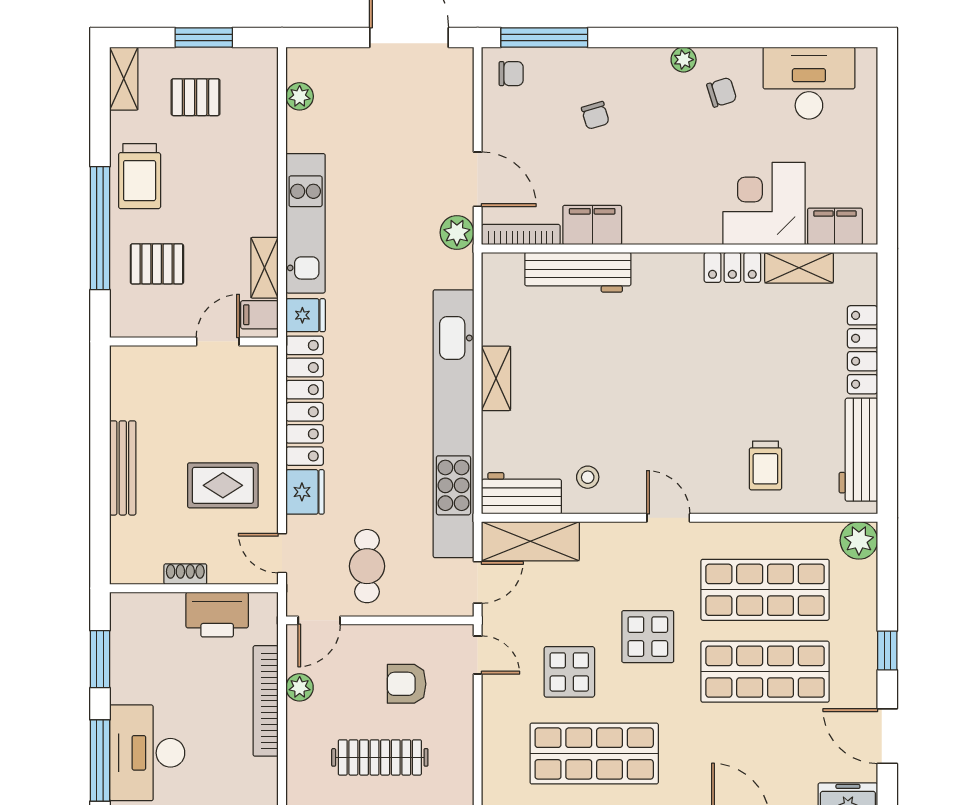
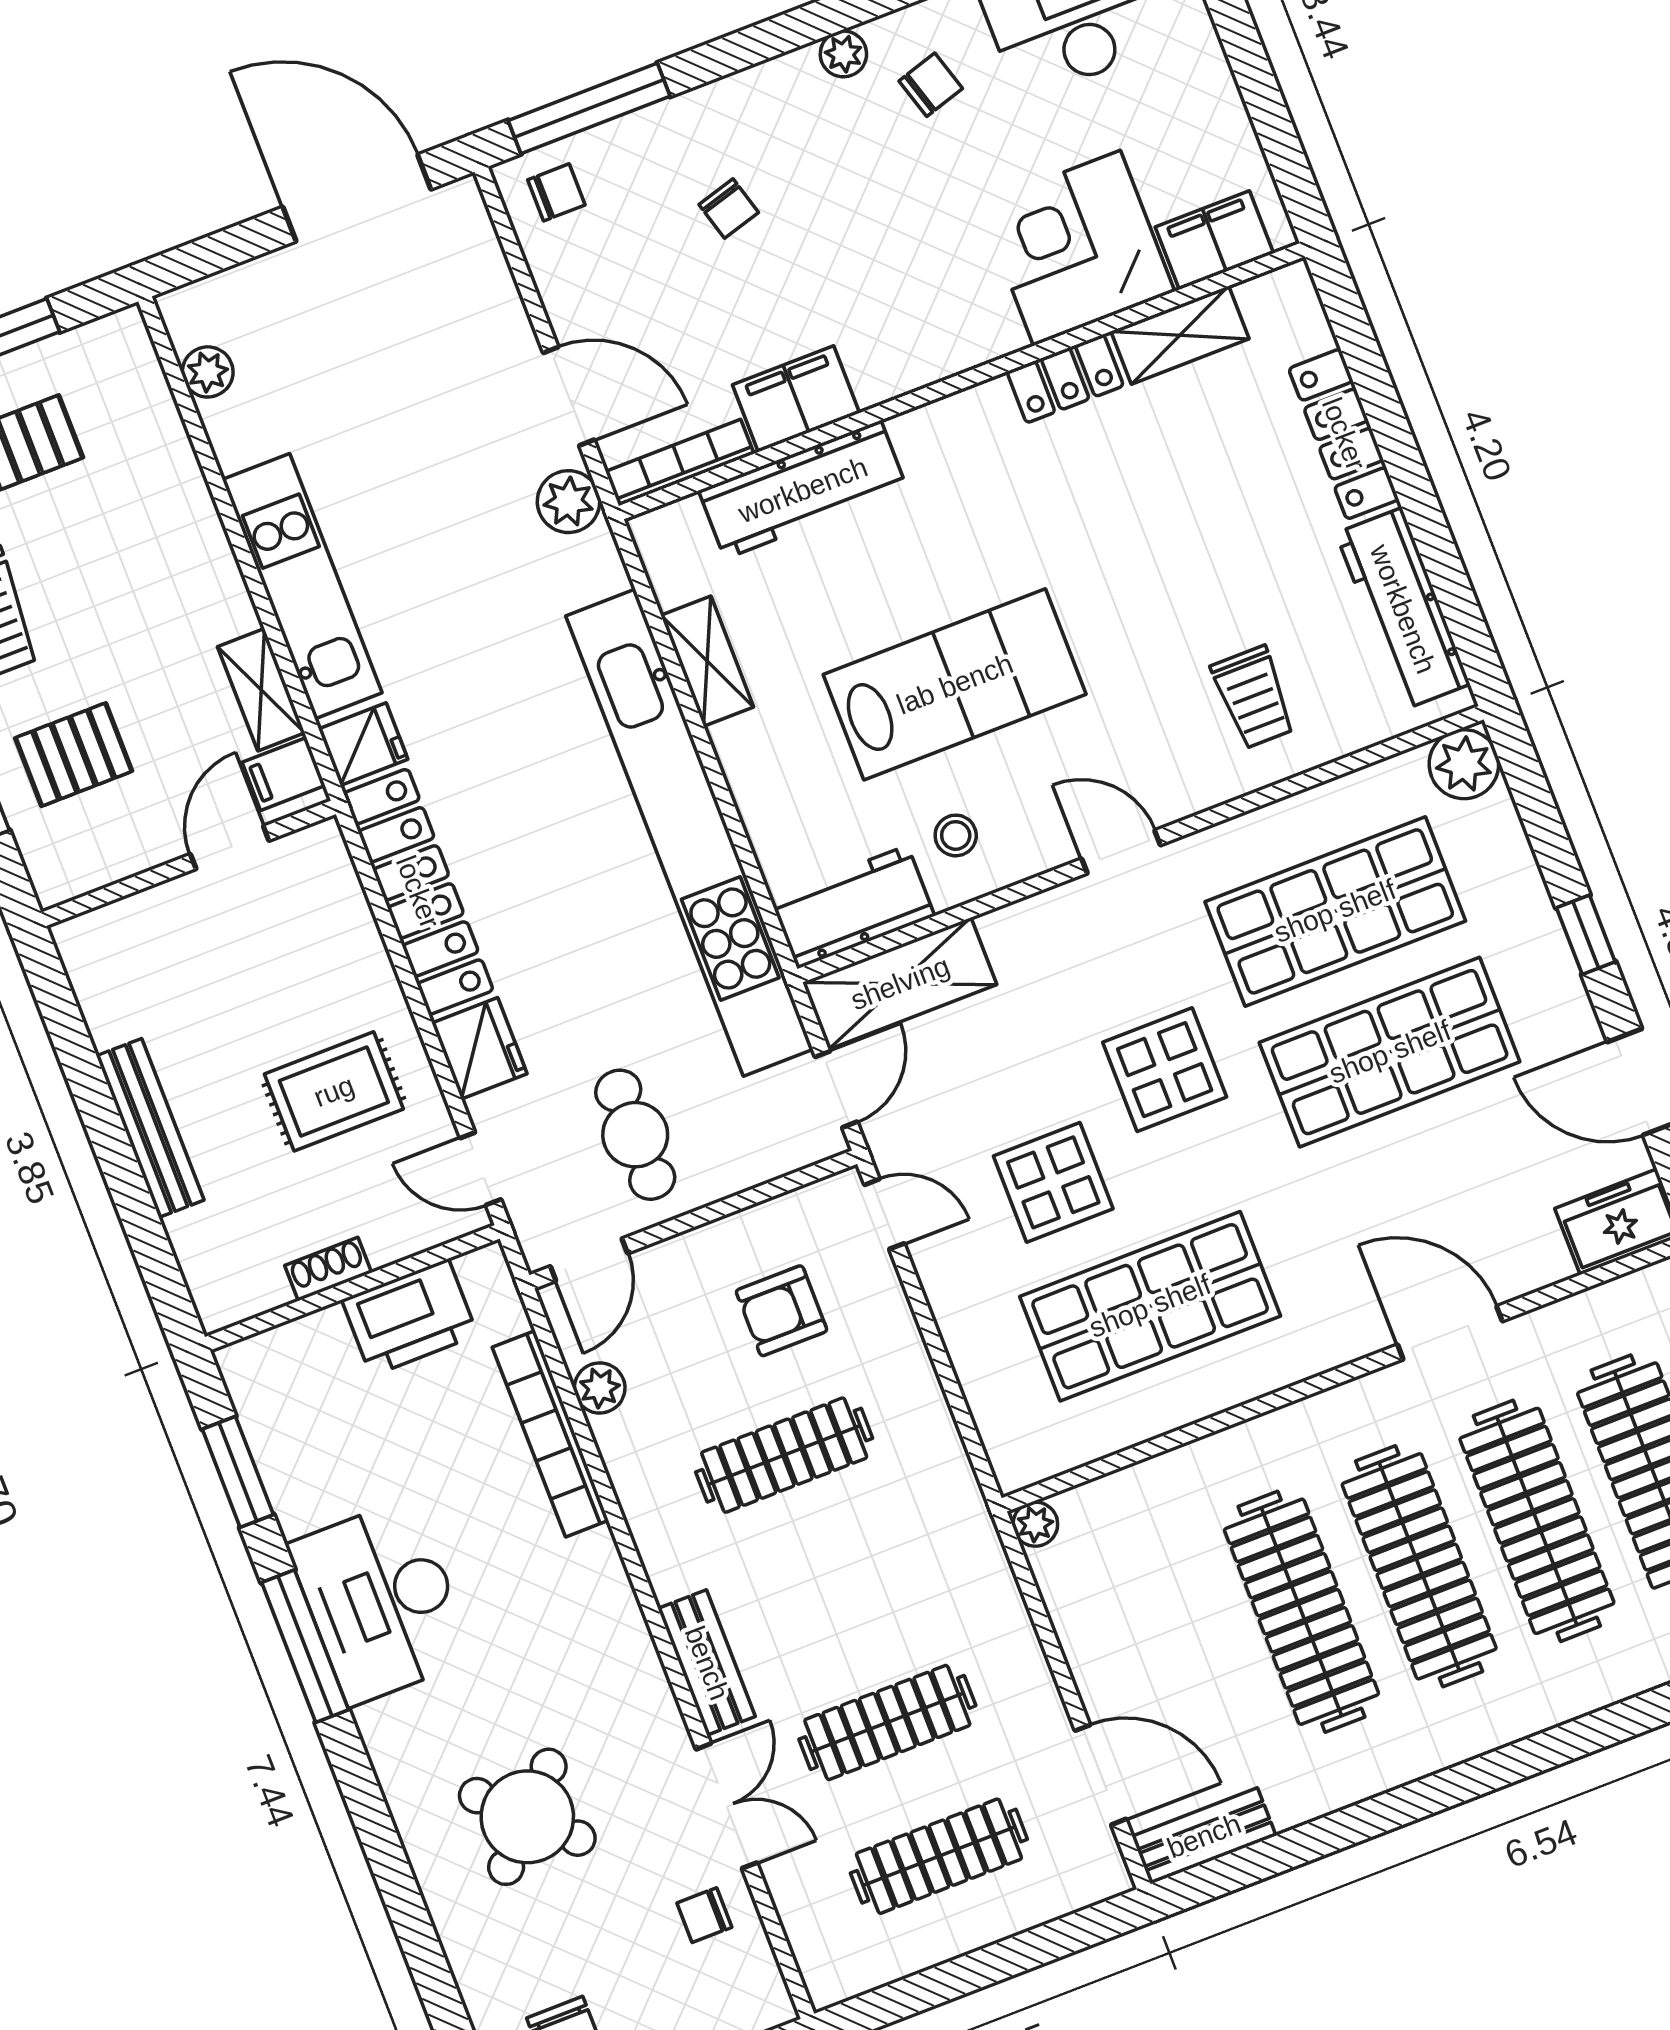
shelving: (496, 378) -> (707, 661), moved
lab bench: (617, 401) -> (955, 684), added

